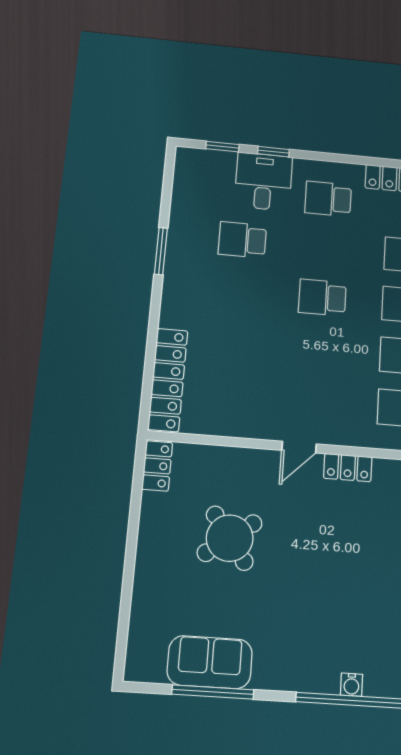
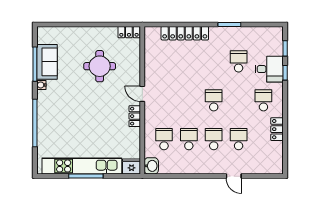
locker: (168, 380) -> (185, 33), moved
round table: (230, 538) -> (100, 66), turned 36
water cooler: (351, 685) -> (41, 85), moved

